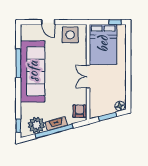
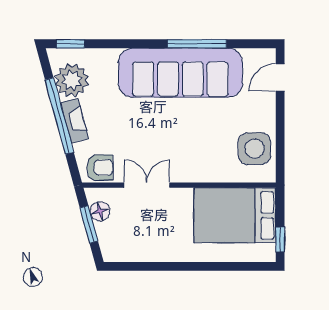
door: (48, 22) -> (280, 78), moved
double door: (88, 77) -> (147, 185), moved
floor lamp: (120, 106) -> (100, 211), moved

